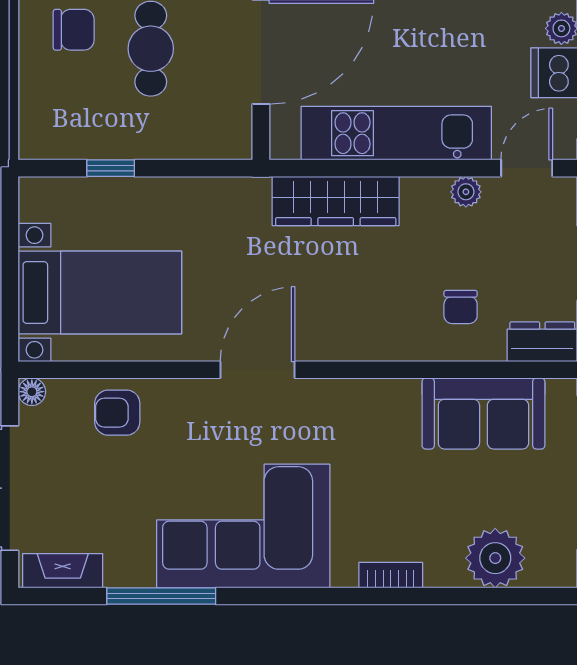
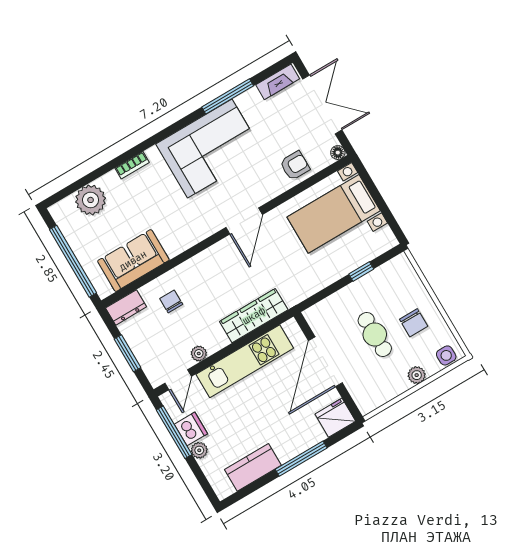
chair: (74, 30) -> (414, 323), turned -90

